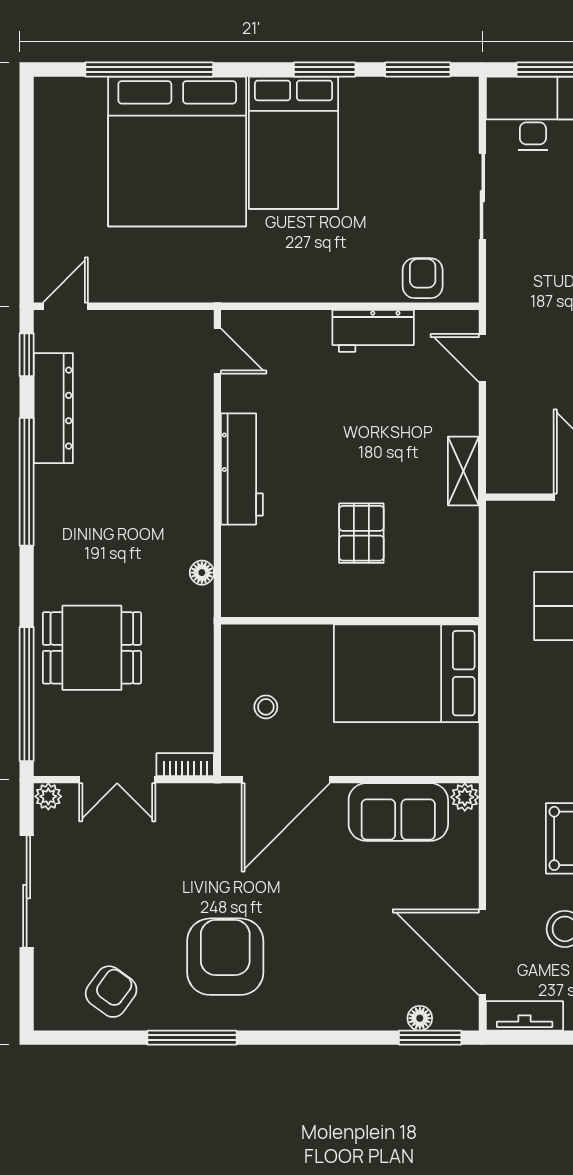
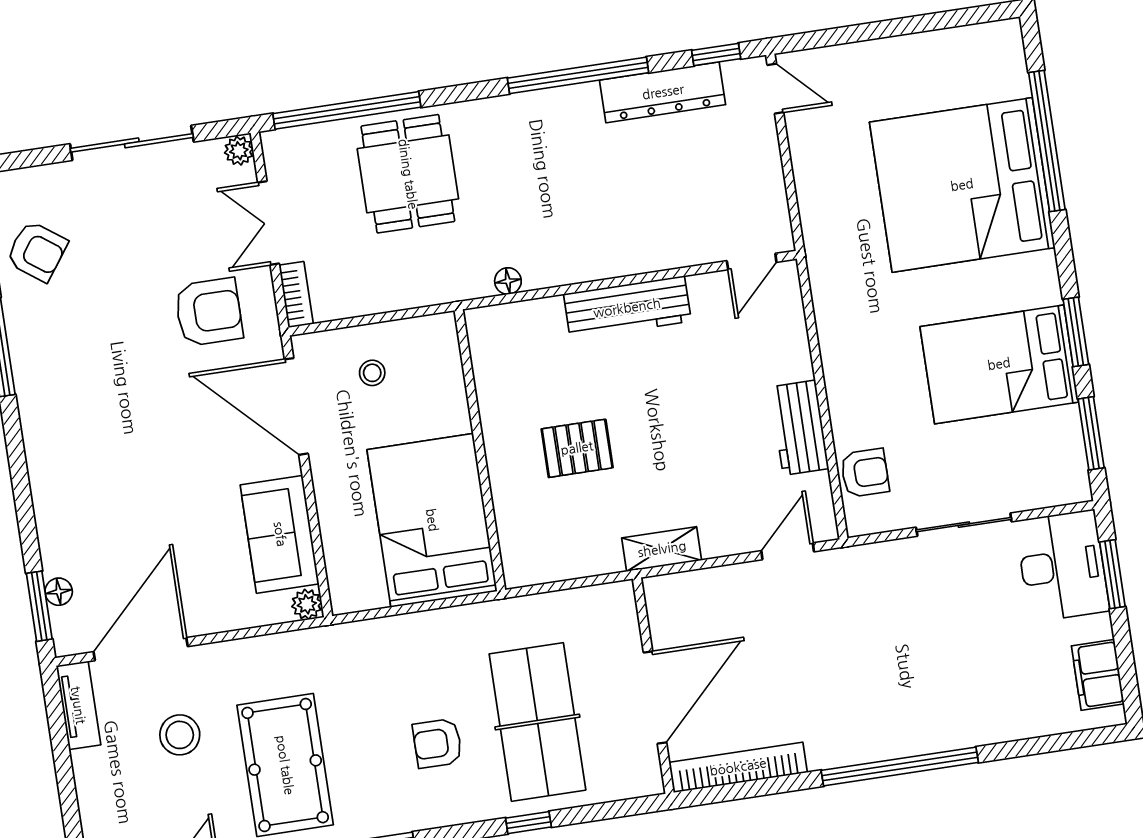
bed: (294, 143) -> (999, 364), moved
armchair: (225, 957) -> (209, 312), moved, width x0.73, depth x0.73

